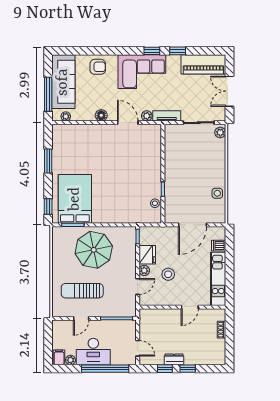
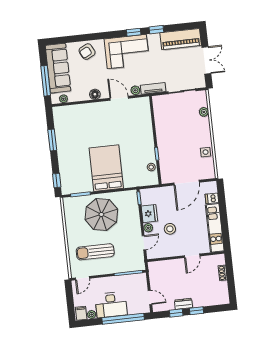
armchair: (98, 67) -> (87, 52), turned 153
double door: (229, 91) -> (206, 60), swing flipped
plant: (220, 132) -> (204, 112), moved
bed: (75, 199) -> (106, 168), moved
door: (81, 318) -> (82, 278), moved

